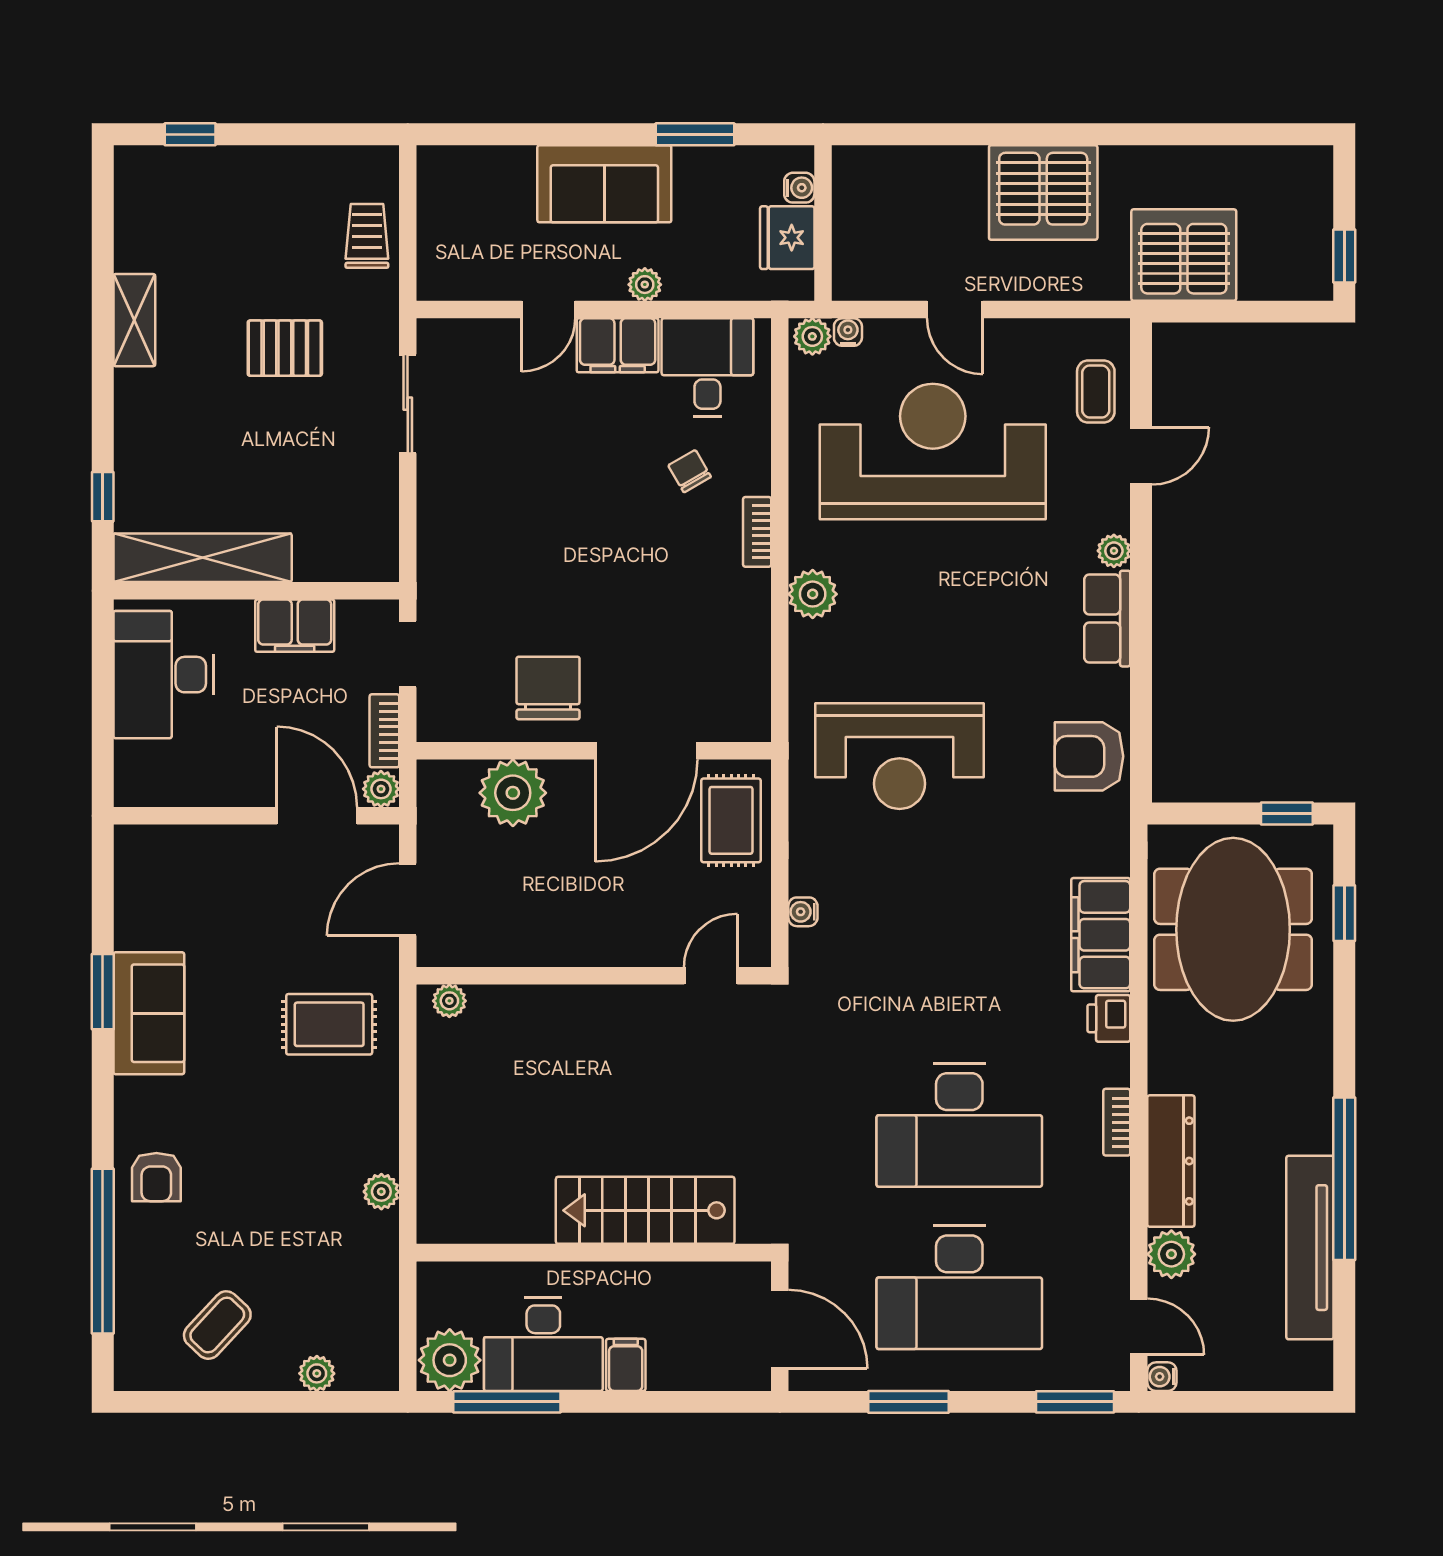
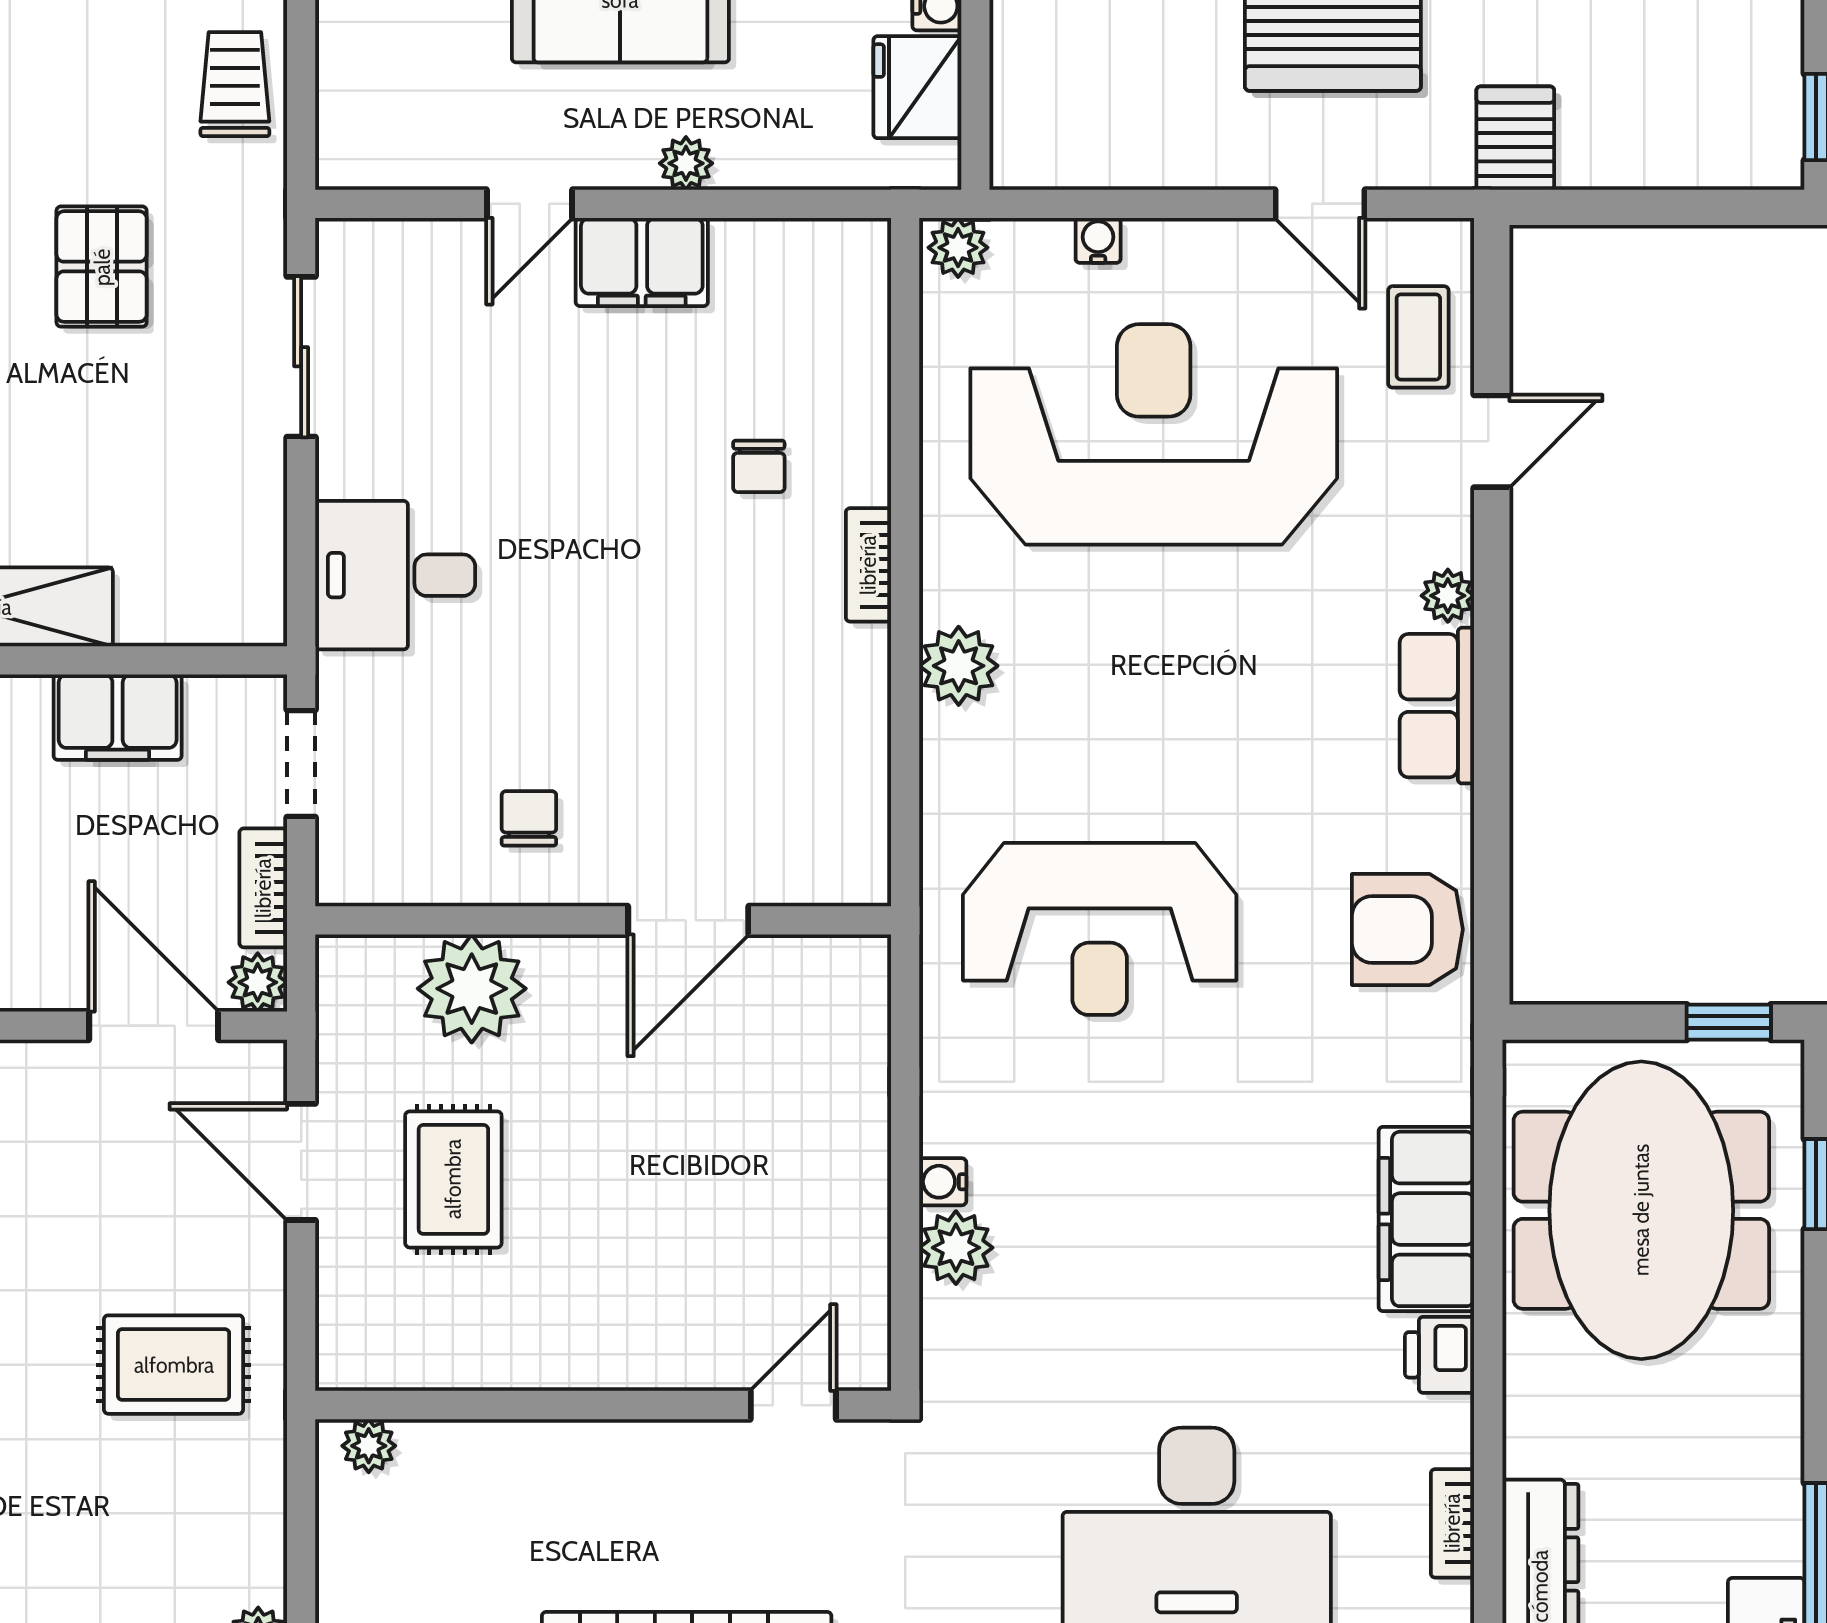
server rack: (1184, 255) -> (1515, 138), width x0.46, depth x0.70
door: (955, 310) -> (1320, 204), moved
water cooler: (848, 332) -> (1098, 240), moved
pallet: (285, 348) -> (102, 267), turned 90
desk: (707, 367) -> (395, 575), moved, turned -90
chair: (690, 471) -> (759, 466), turned -150
chair: (548, 688) -> (529, 818), width x0.54, depth x0.54
door: (646, 751) -> (688, 920), width x0.73
rug: (731, 820) -> (453, 1179), moved
door: (408, 900) -> (301, 1162), hinge flipped
plant: (811, 952) -> (956, 1248), added
wall: (594, 976) -> (603, 1405), moved
door: (711, 976) -> (793, 1405), moved
plant: (449, 1001) -> (369, 1446), moved

